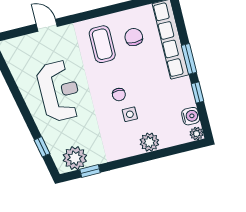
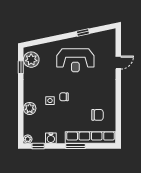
coffee table: (102, 44) -> (98, 94), removed
window: (197, 92) -> (38, 146), moved
water cooler: (191, 116) -> (51, 138), moved
window: (42, 147) -> (83, 32), moved

